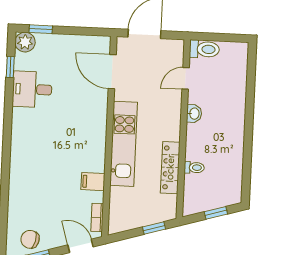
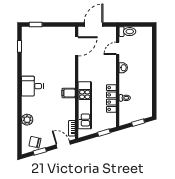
plant: (25, 42) -> (27, 120), moved
door: (112, 72) -> (77, 46), swing flipped
desk: (32, 89) -> (32, 86), moved
kitchen unit: (124, 144) -> (85, 105), moved
filing cabinet: (93, 182) -> (69, 93), moved

